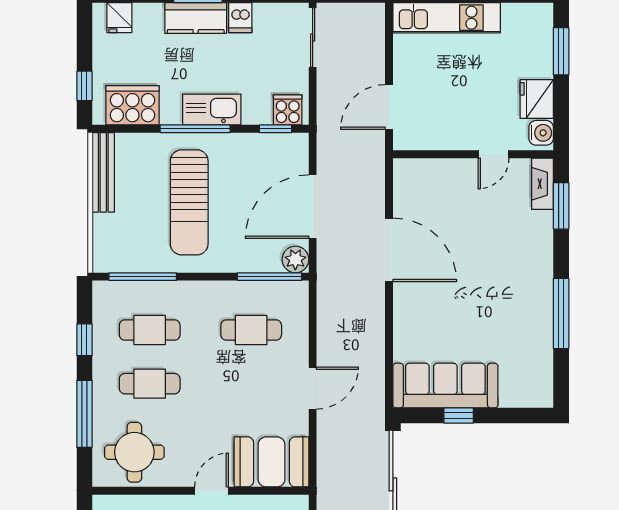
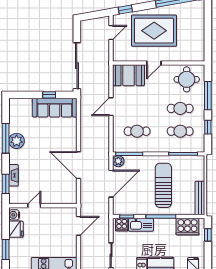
kitchen sink: (212, 110) -> (141, 225), moved
fireplace: (543, 184) -> (13, 175), moved
plant: (535, 307) -> (17, 141), added

